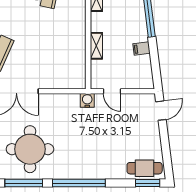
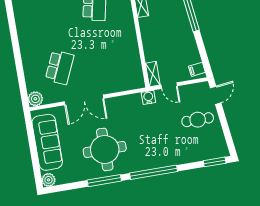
shelving: (96, 46) -> (153, 74), moved
filing cabinet: (141, 48) -> (197, 69), moved
cafe table: (145, 168) -> (198, 120), moved

